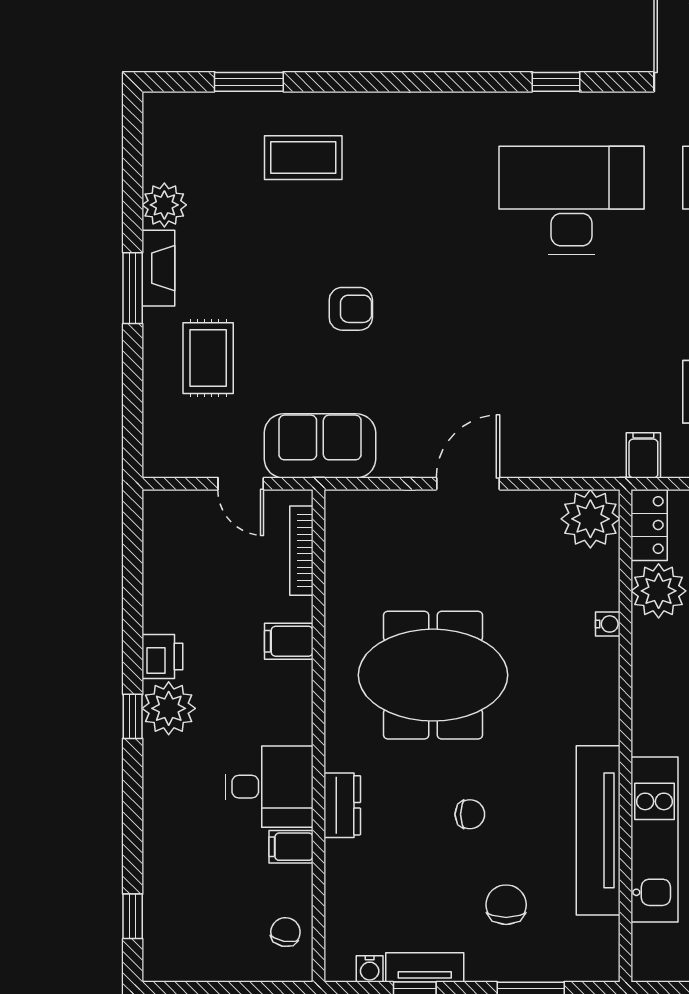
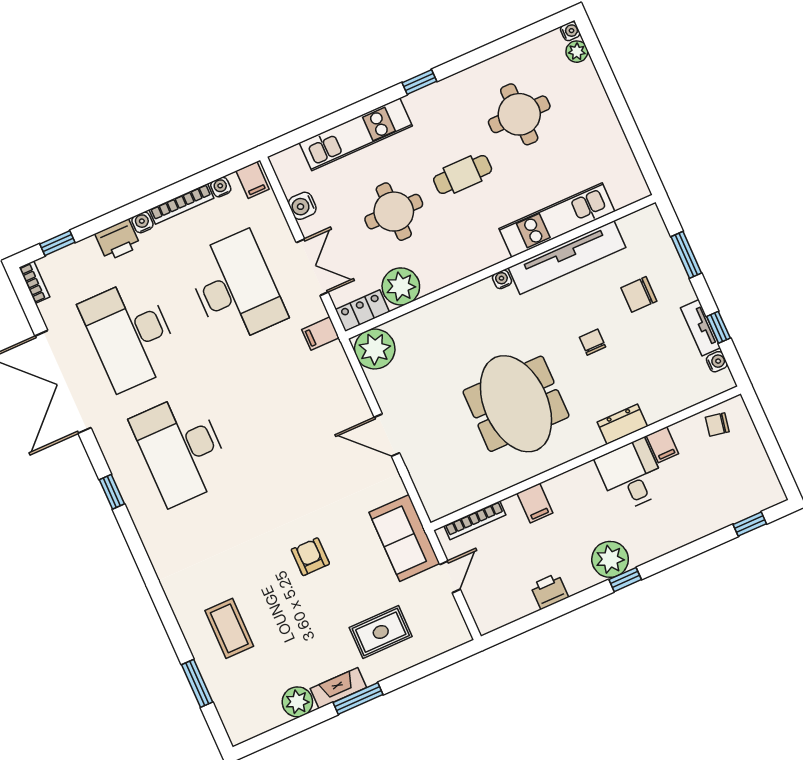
water cooler: (608, 624) -> (502, 279), moved
printer: (162, 656) -> (549, 591), moved

